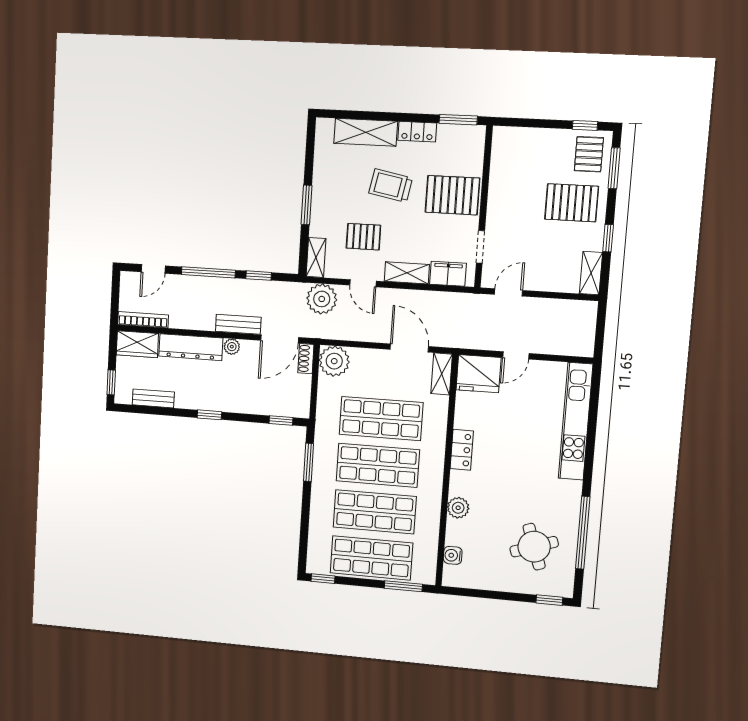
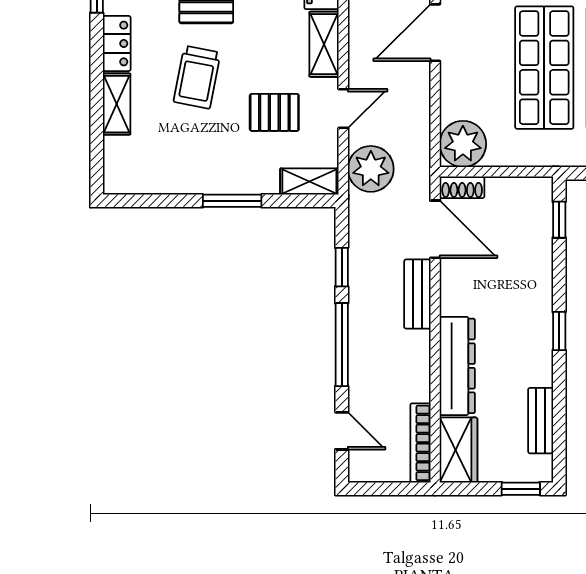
shelving: (366, 132) -> (117, 104), width x0.67, depth x0.75
pallet: (363, 237) -> (274, 112), turned 90
plant: (232, 347) -> (452, 302), removed

